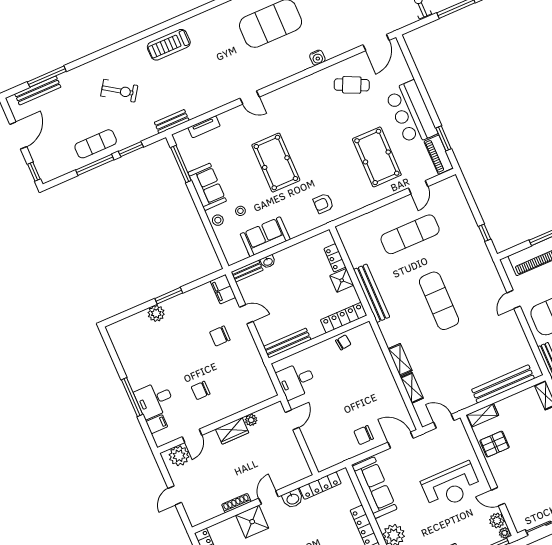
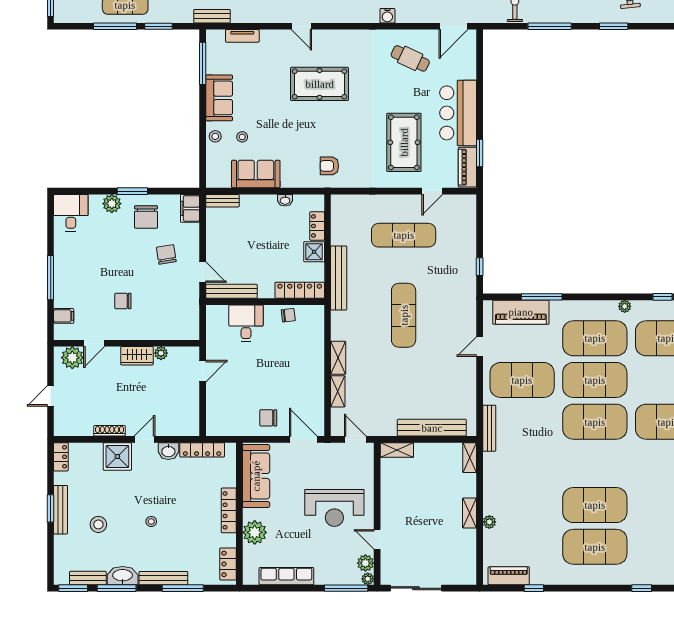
pool table: (276, 163) -> (320, 84), moved, turned 90
washbasin: (268, 262) -> (285, 200), moved
chair: (189, 312) -> (146, 217), added
door: (246, 314) -> (203, 272), moved
chair: (220, 336) -> (166, 254), turned 81
desk: (296, 381) -> (246, 323), moved, turned 90
desk: (154, 400) -> (71, 213), moved, turned 90
pallet: (495, 444) -> (397, 485), removed

